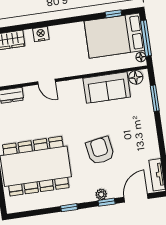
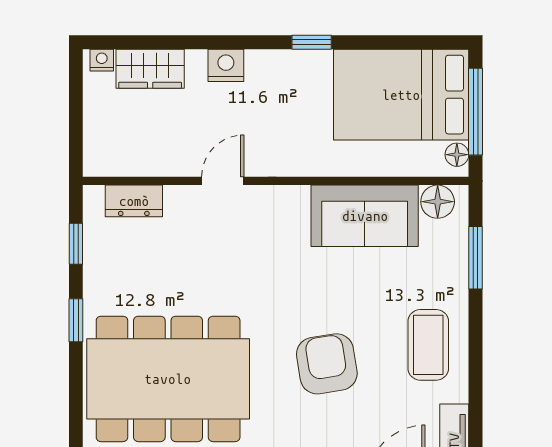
window: (113, 14) -> (312, 42), moved
door: (46, 82) -> (223, 181), swing flipped
coffee table: (141, 137) -> (428, 345), added

